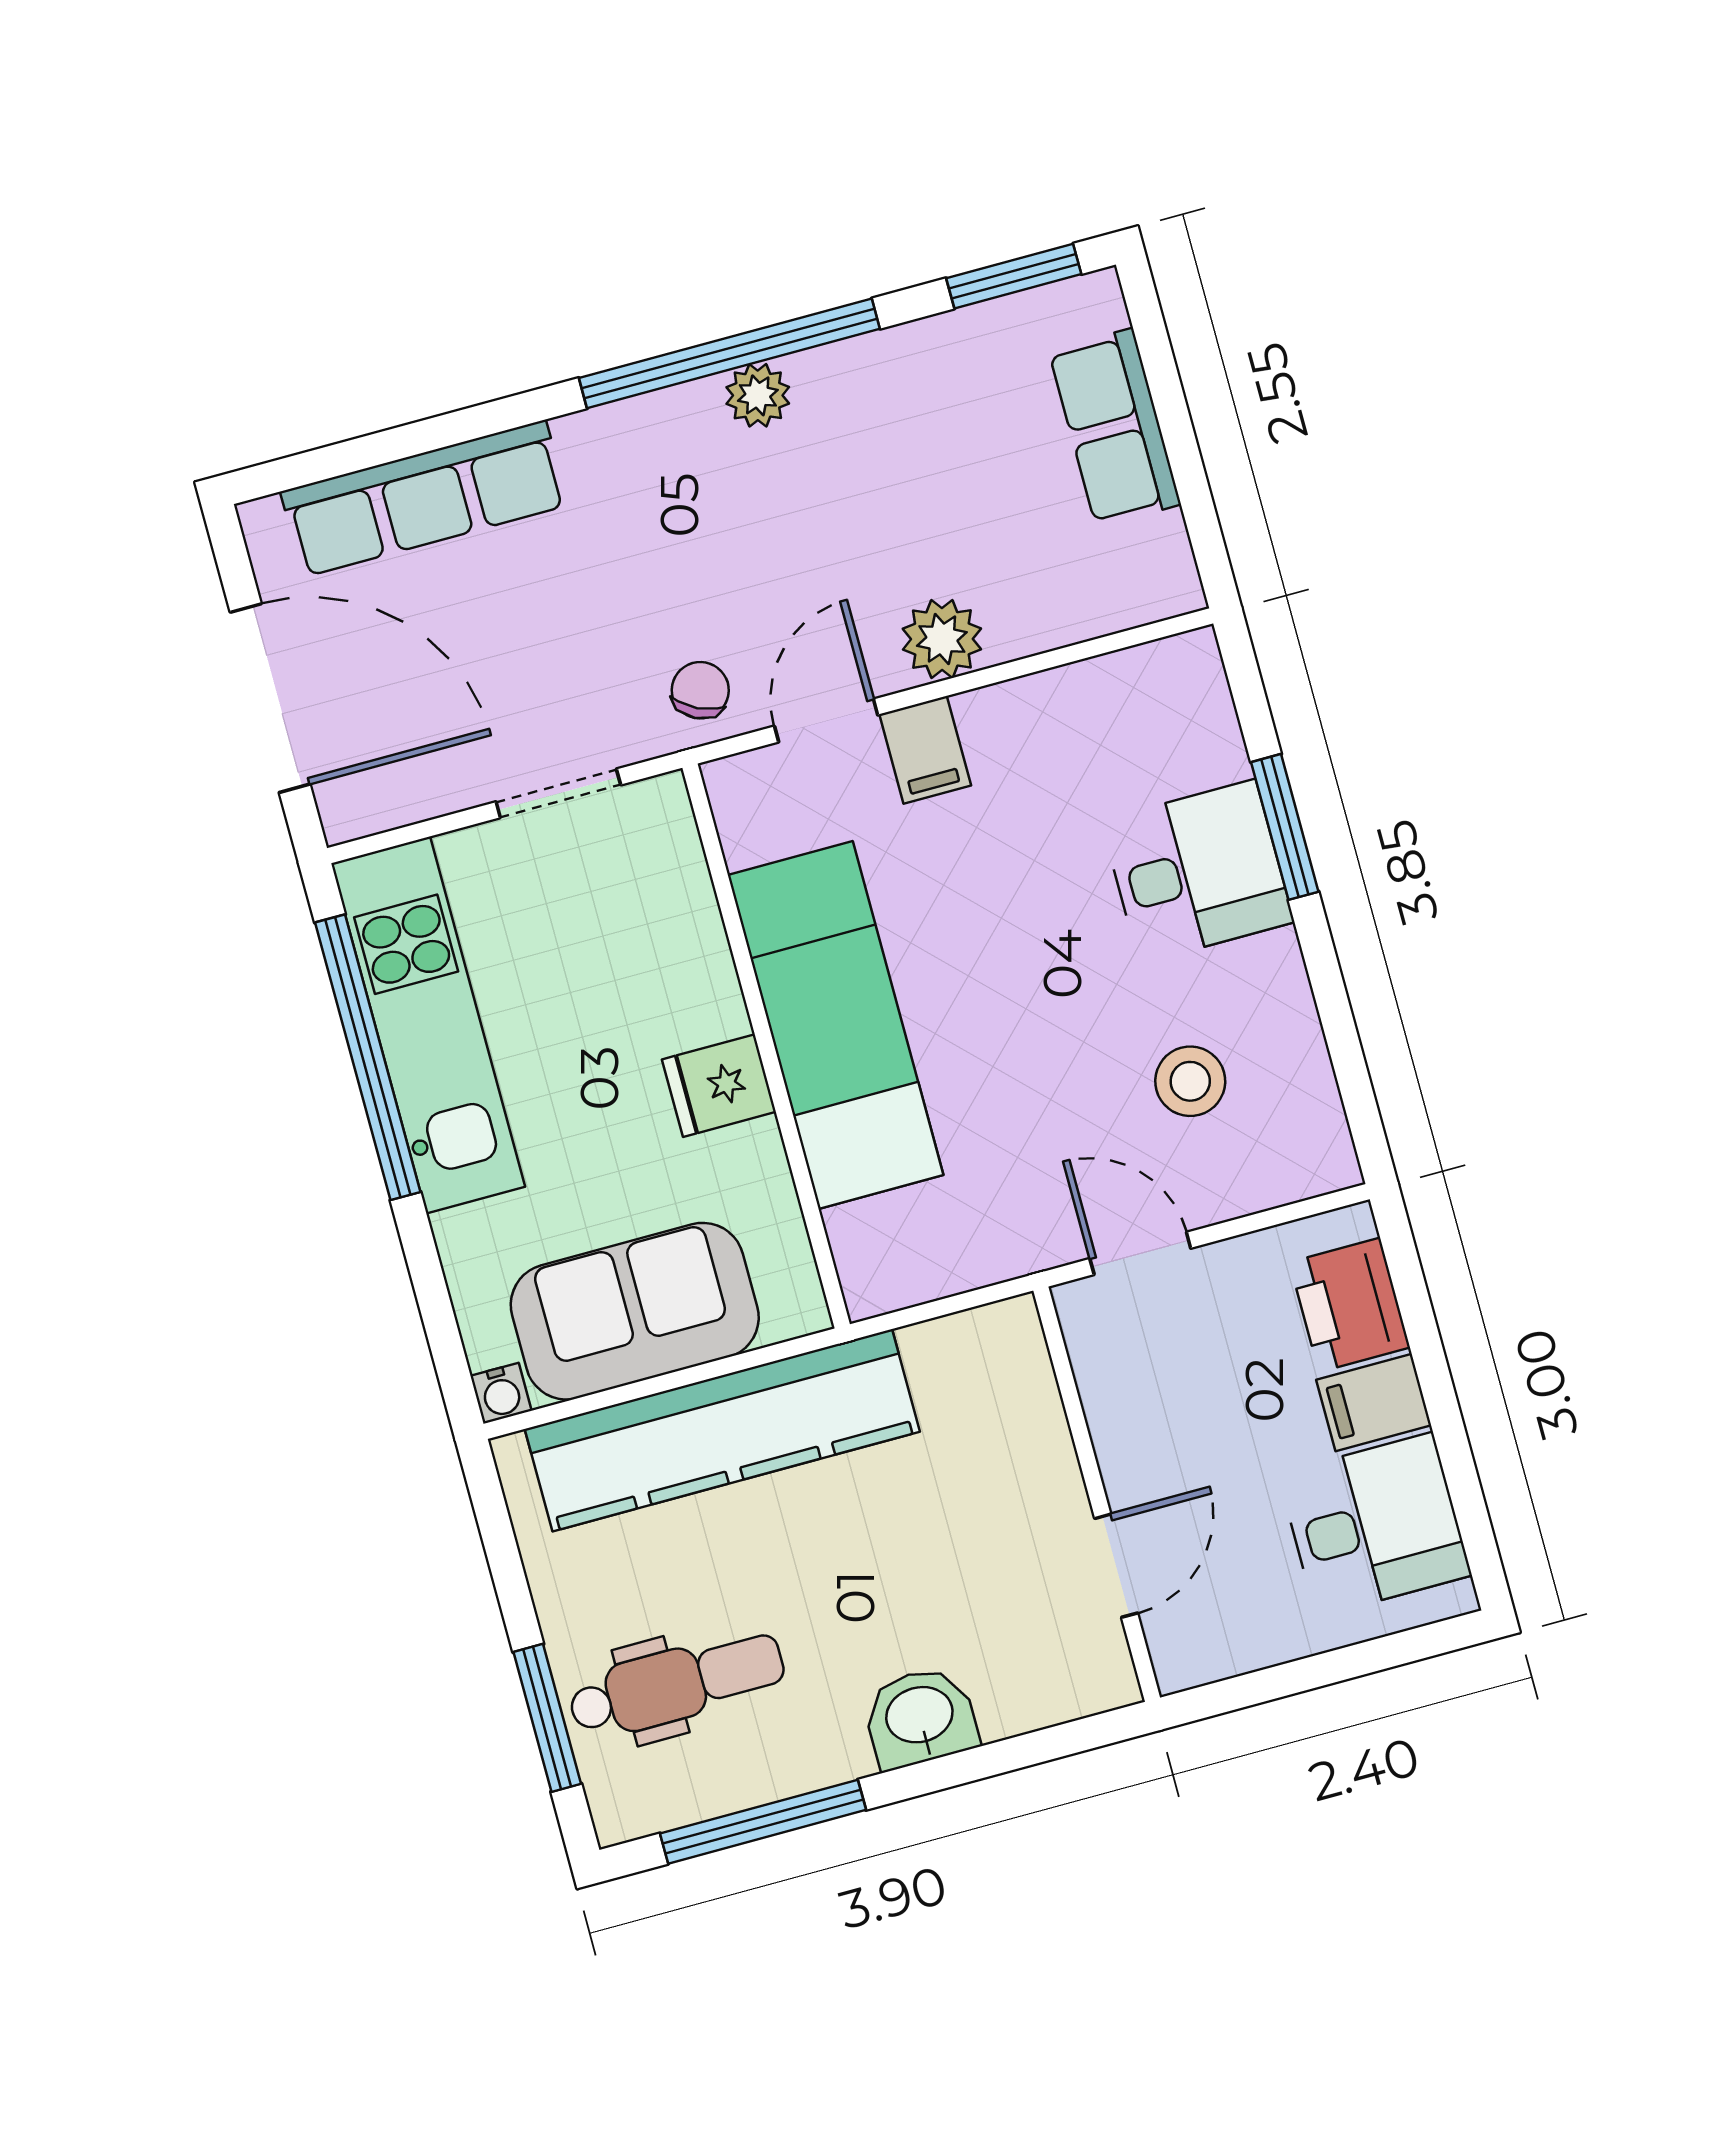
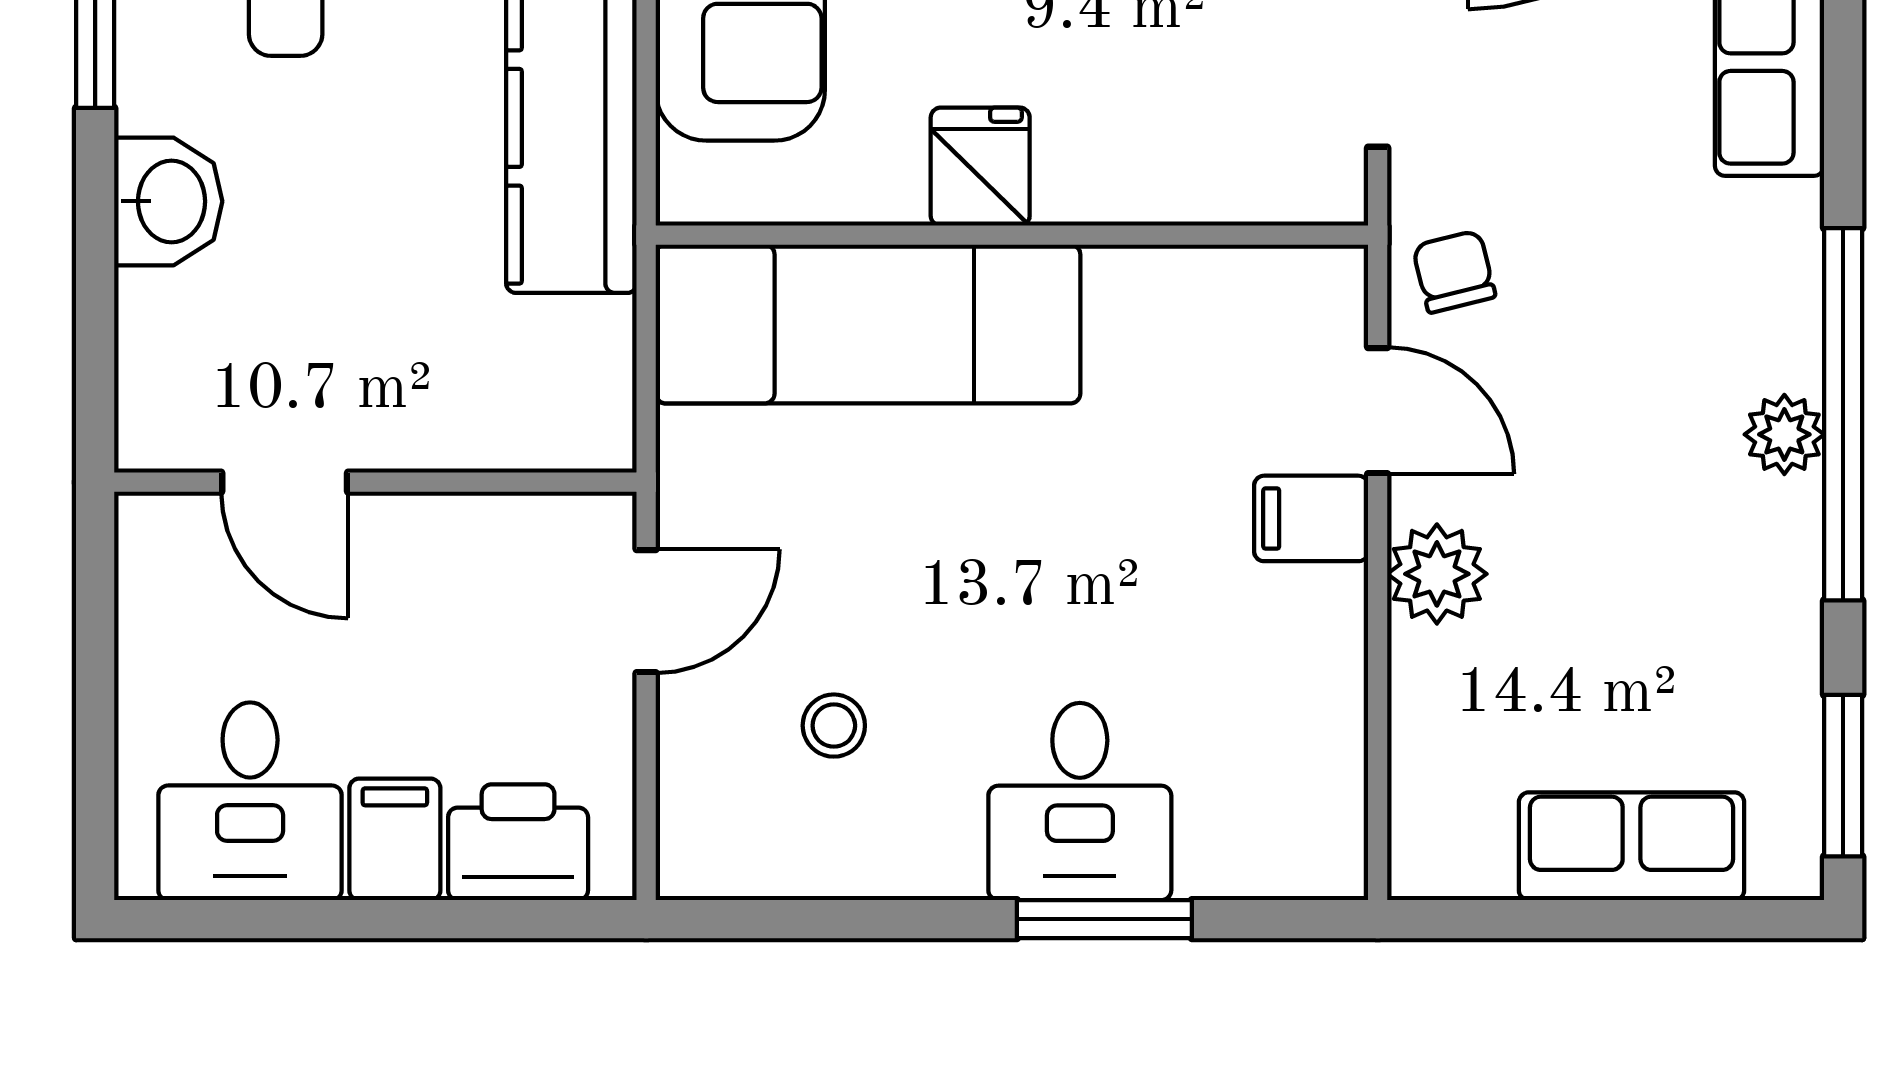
chair: (700, 690) -> (1454, 272), turned -130
exam couch: (836, 1025) -> (868, 324), moved
stool: (1190, 1081) -> (834, 726), width x0.73, depth x0.73

